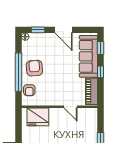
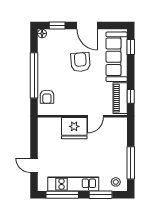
armchair: (34, 68) -> (80, 62), moved
window: (100, 72) -> (131, 96), moved
door: (70, 107) -> (95, 116), hinge flipped
fridge: (38, 117) -> (74, 128), moved

